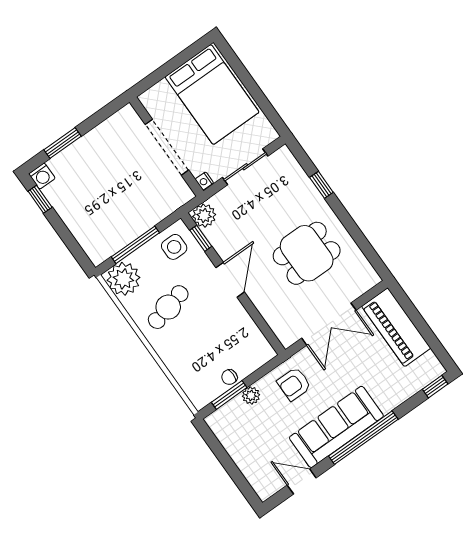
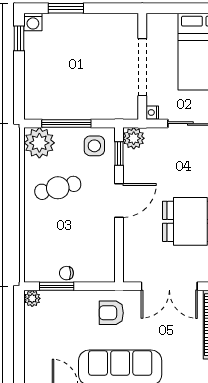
plant: (251, 396) -> (32, 298), moved

